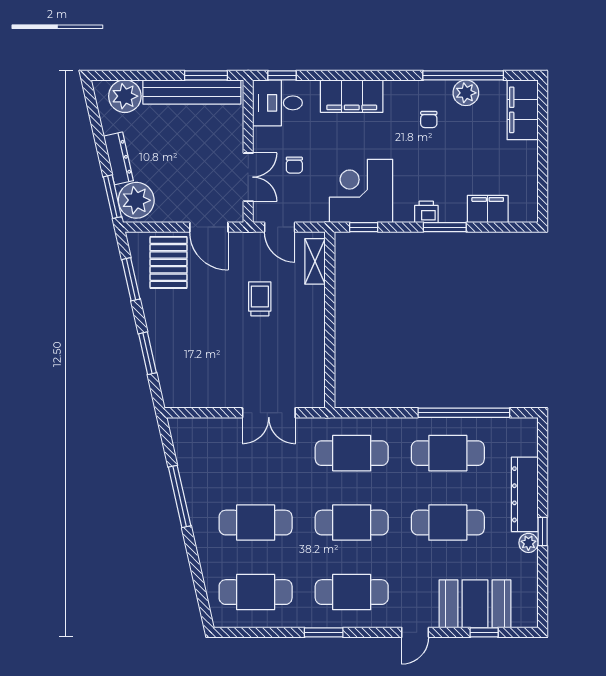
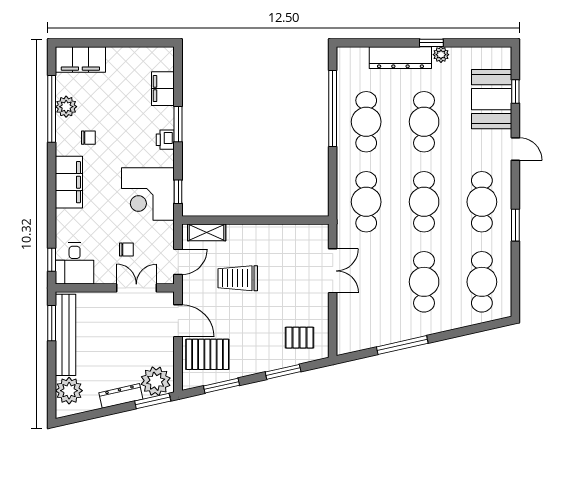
filing cabinet: (352, 96) -> (69, 182), moved
door: (209, 227) -> (178, 321), hinge flipped
trolley: (260, 299) -> (238, 278), width x1.36, depth x1.39
pallet: (189, 373) -> (299, 338), added

